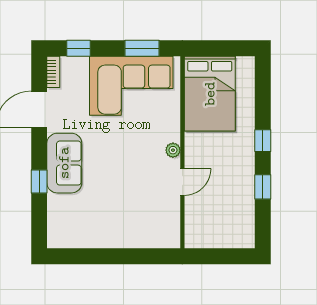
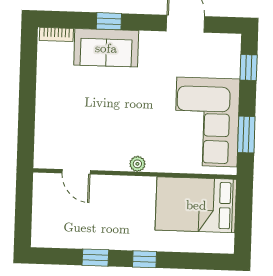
bookcase: (53, 72) -> (56, 34), moved
sofa: (64, 163) -> (106, 48), moved
door: (182, 182) -> (76, 172), moved

